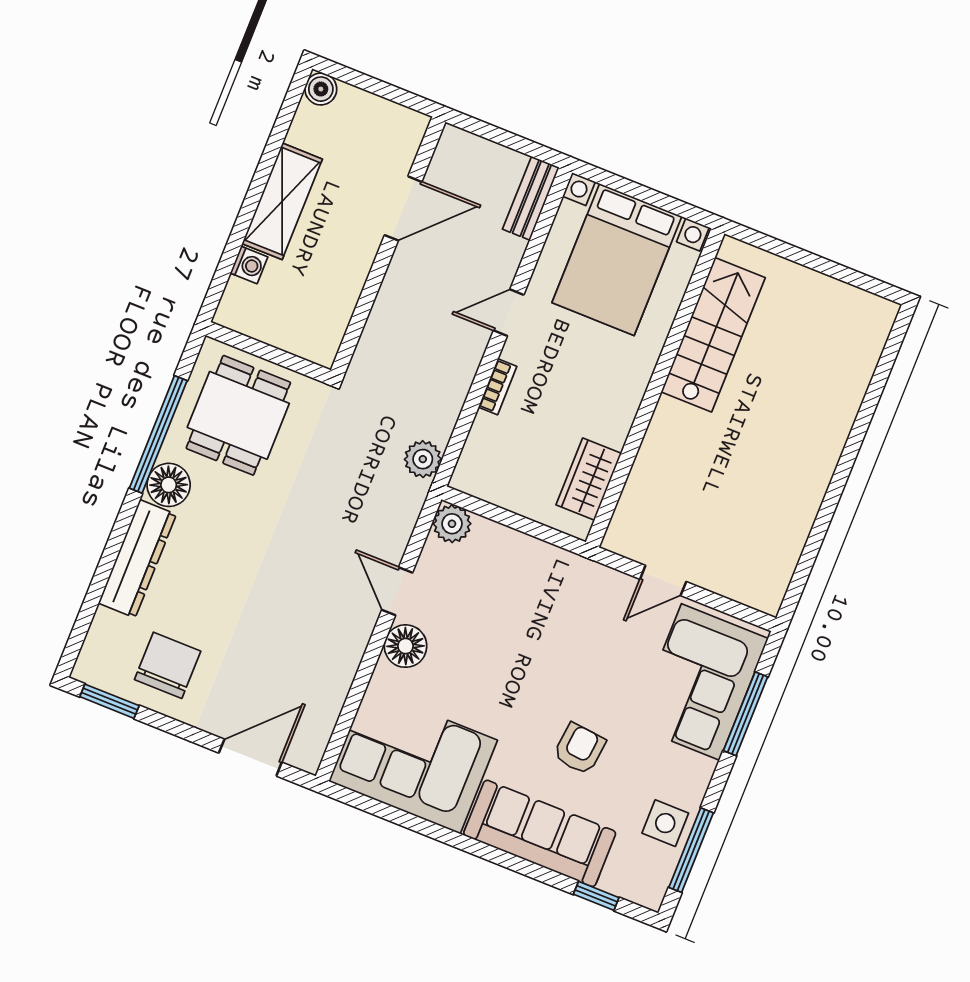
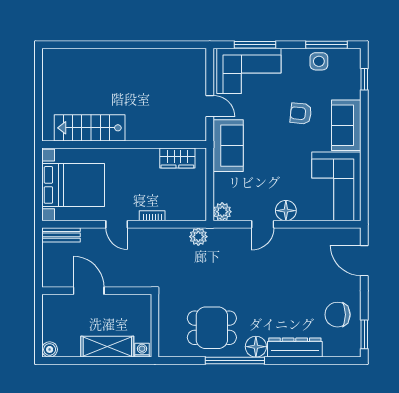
wall: (268, 353) -> (155, 326), moved
sofa: (574, 585) -> (228, 146), added
sofa: (540, 833) -> (346, 125), width x0.73

